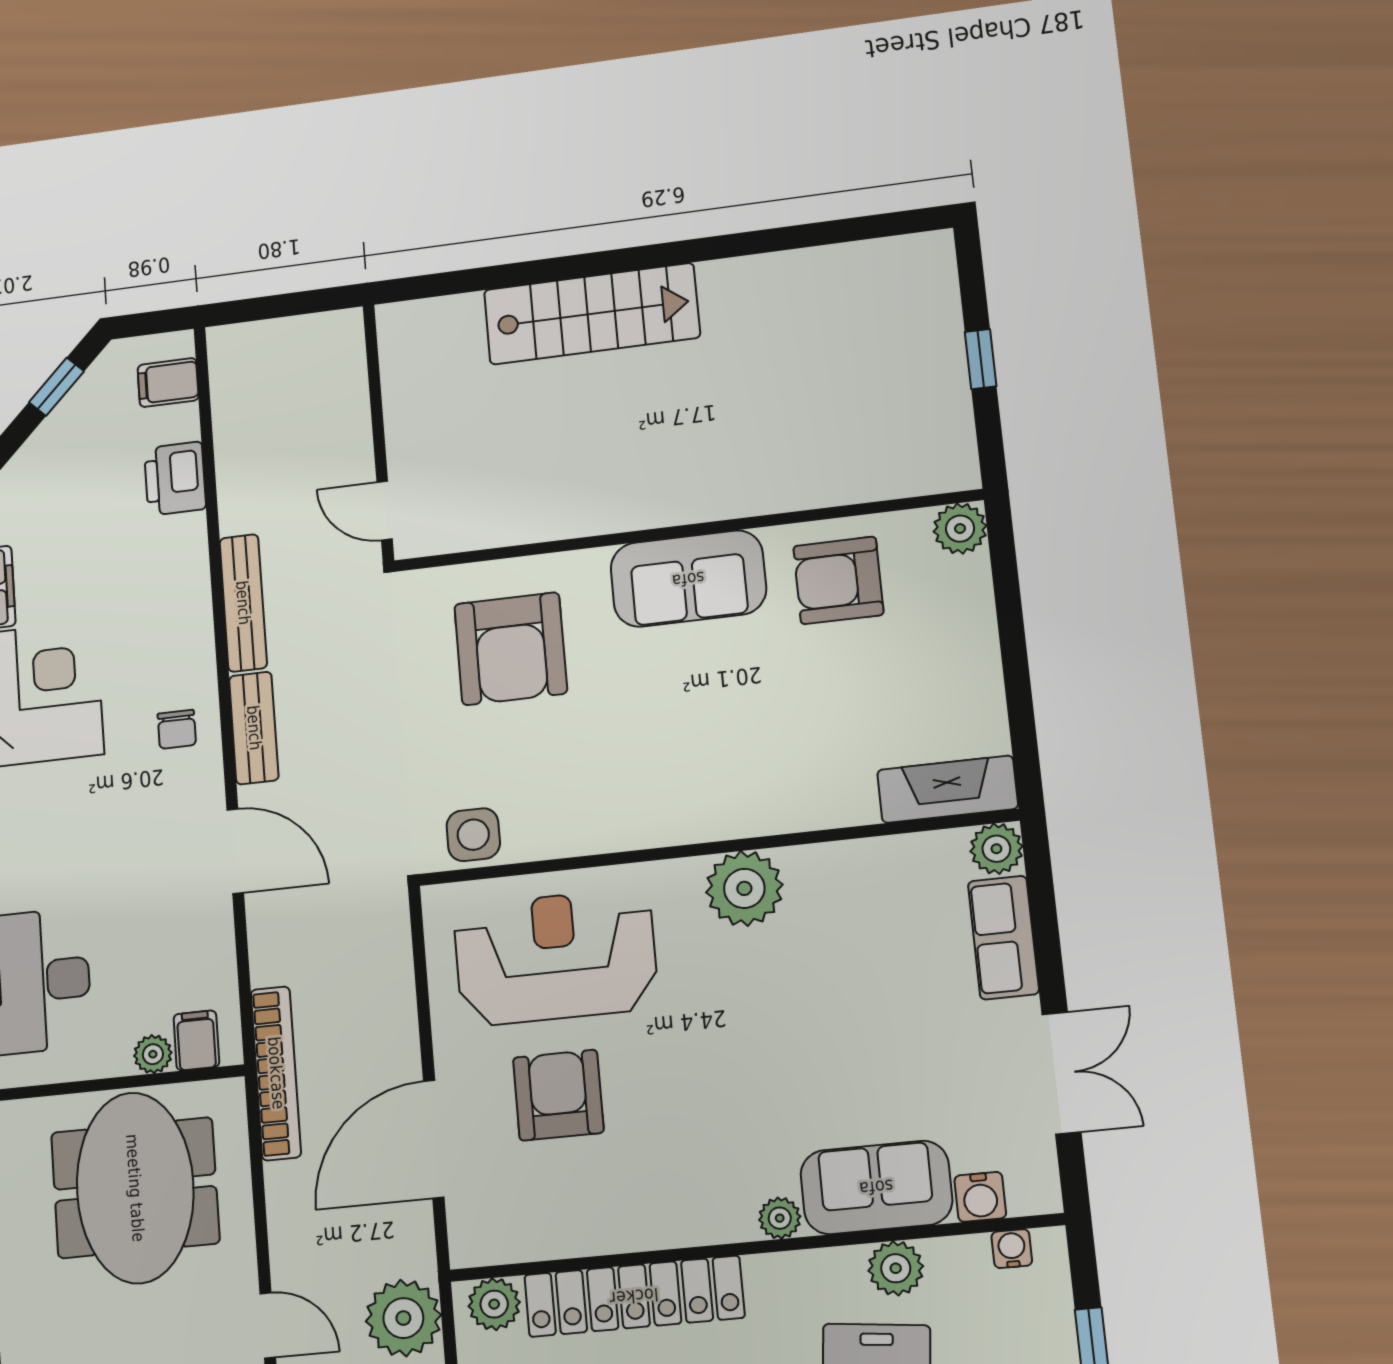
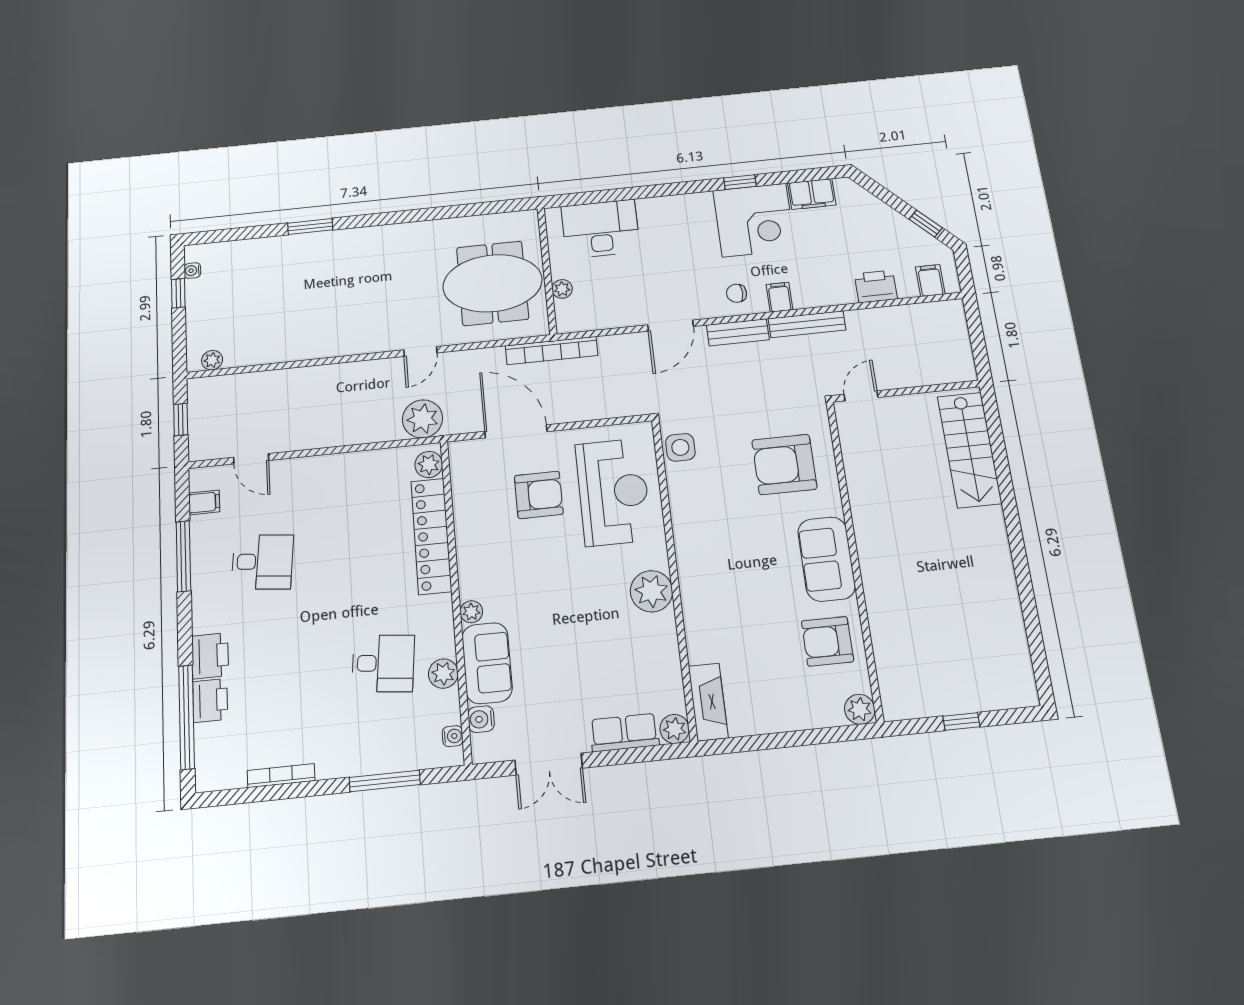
stairs: (592, 314) -> (969, 450), moved
armchair: (838, 580) -> (827, 641), turned -90
filing cabinet: (196, 1041) -> (779, 297), moved, turned -90

